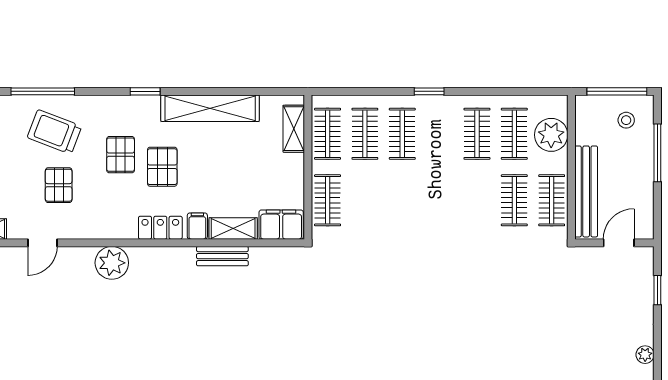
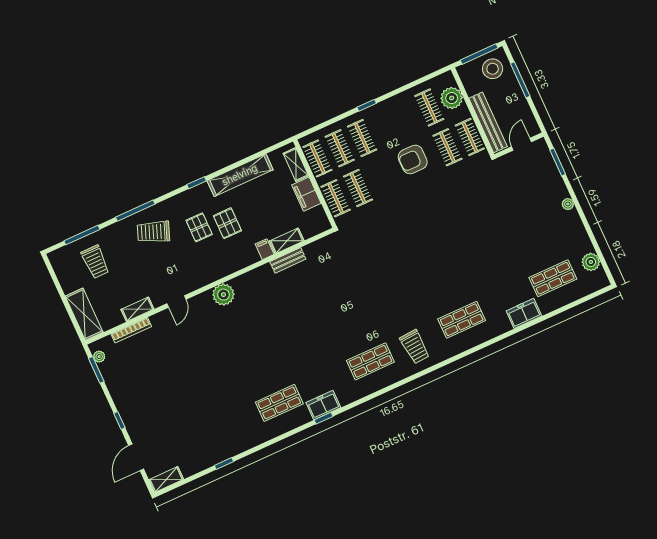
stool: (626, 120) -> (493, 69), width x1.89, depth x1.89
clothes rail: (477, 134) -> (358, 188), moved
pallet: (59, 185) -> (170, 263), removed
armchair: (459, 195) -> (413, 159), added
filing cabinet: (281, 225) -> (306, 194), moved, turned -90
locker: (160, 228) -> (243, 260), removed
window: (657, 290) -> (558, 162), width x1.50

